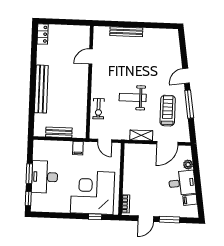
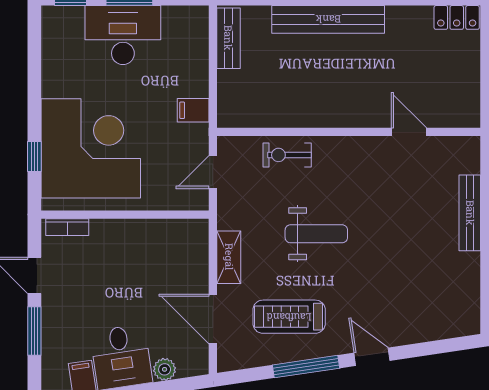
weight bench: (133, 98) -> (316, 234), turned 90
treadmill: (168, 111) -> (289, 317), turned 180
bench: (59, 132) -> (228, 38), moved

